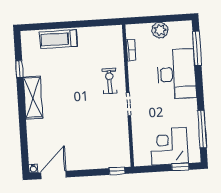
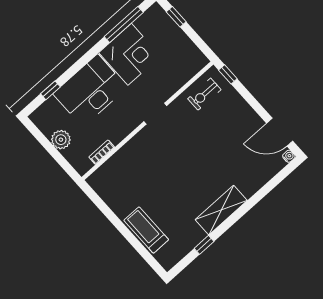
treadmill: (58, 39) -> (146, 230), turned 180
window: (197, 48) -> (50, 90), width x0.46
exercise bike: (110, 81) -> (204, 94), moved
corner desk: (169, 146) -> (130, 54), moved, turned -90

